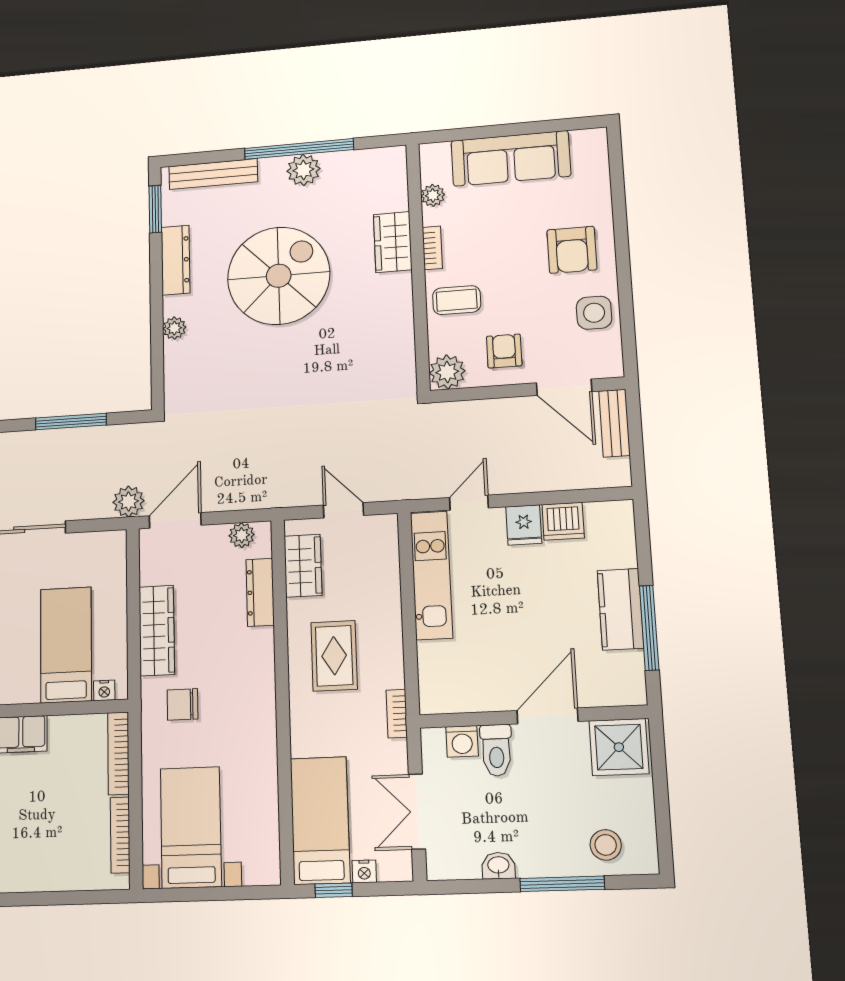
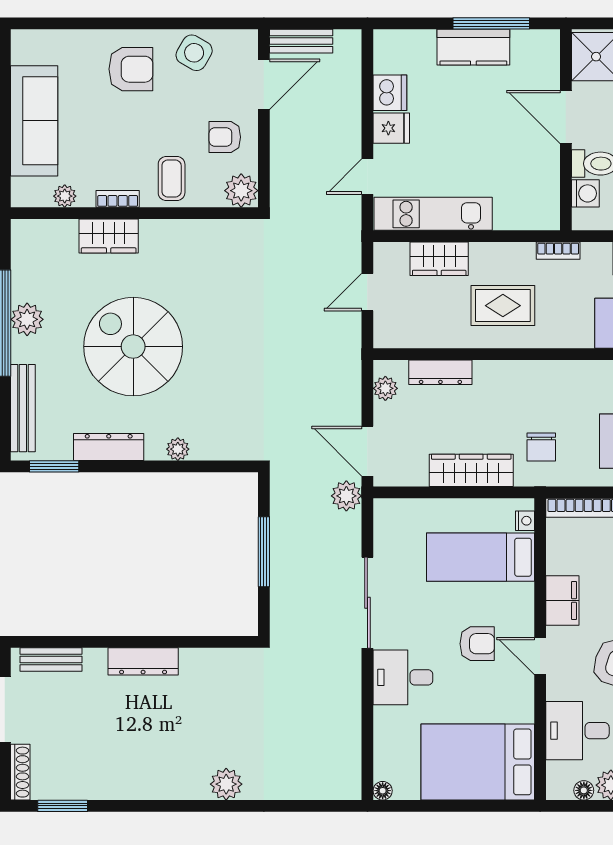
side table: (594, 313) -> (194, 53), turned 30
door: (469, 503) -> (367, 177), hinge flipped
wardrobe: (303, 566) -> (439, 259), moved, turned 180

